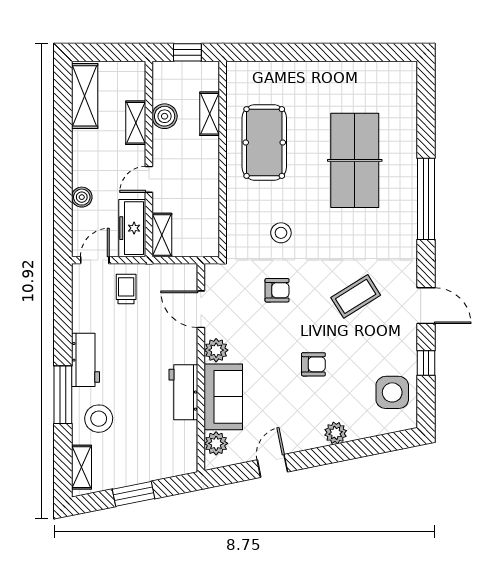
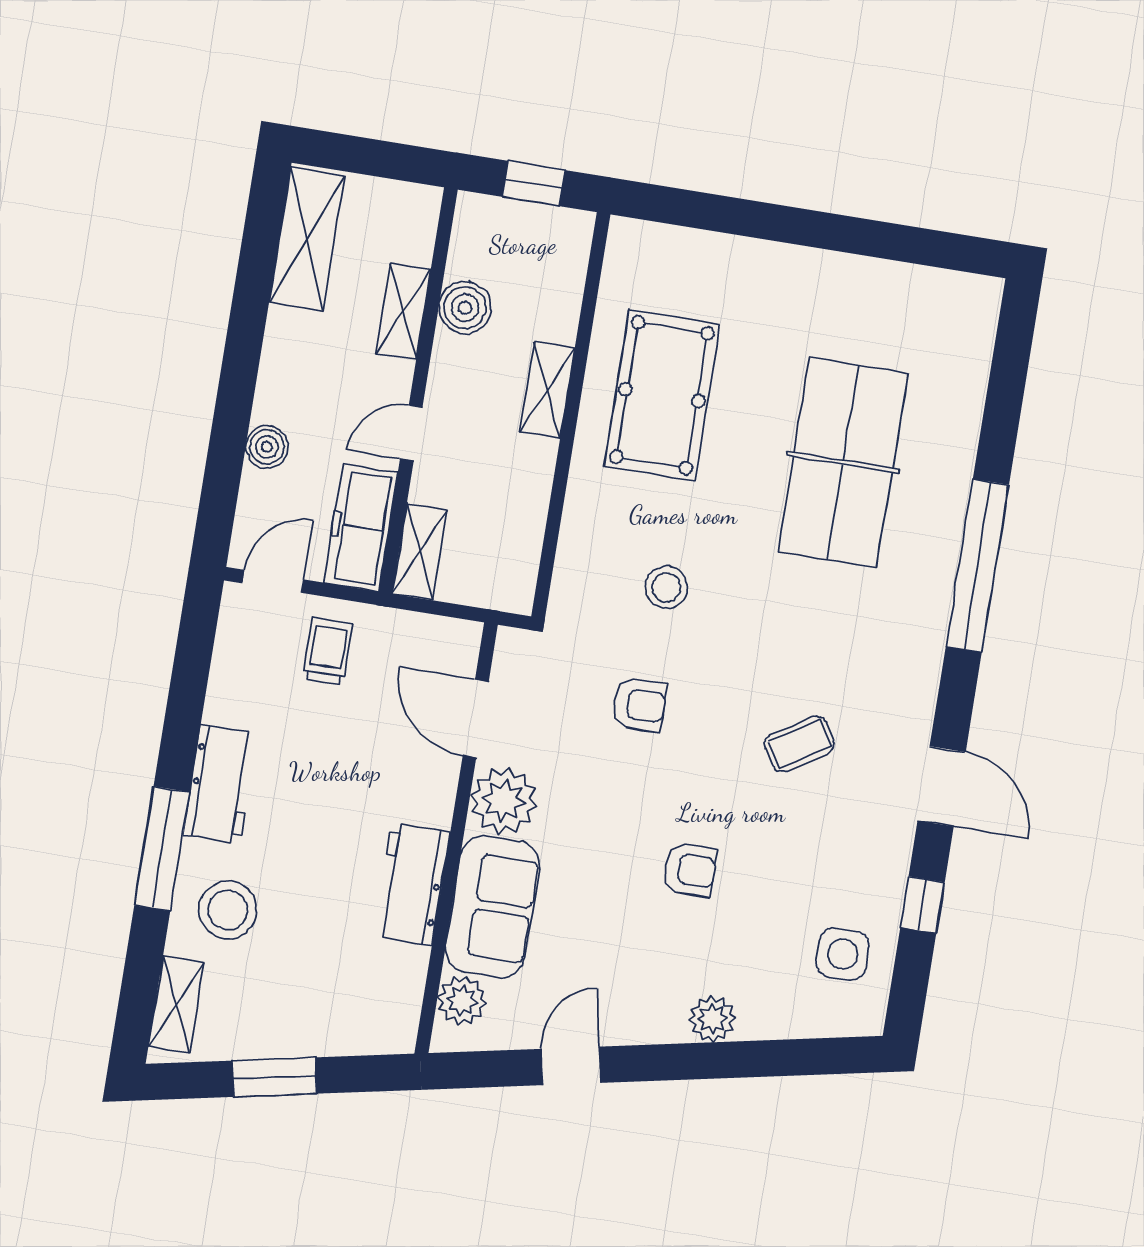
shelving: (210, 114) -> (547, 390), moved
coffee table: (356, 296) -> (799, 744), width x0.73, depth x0.77
plant: (216, 350) -> (504, 801), width x1.36, depth x1.36
side table: (392, 392) -> (843, 954), width x0.73, depth x0.73

